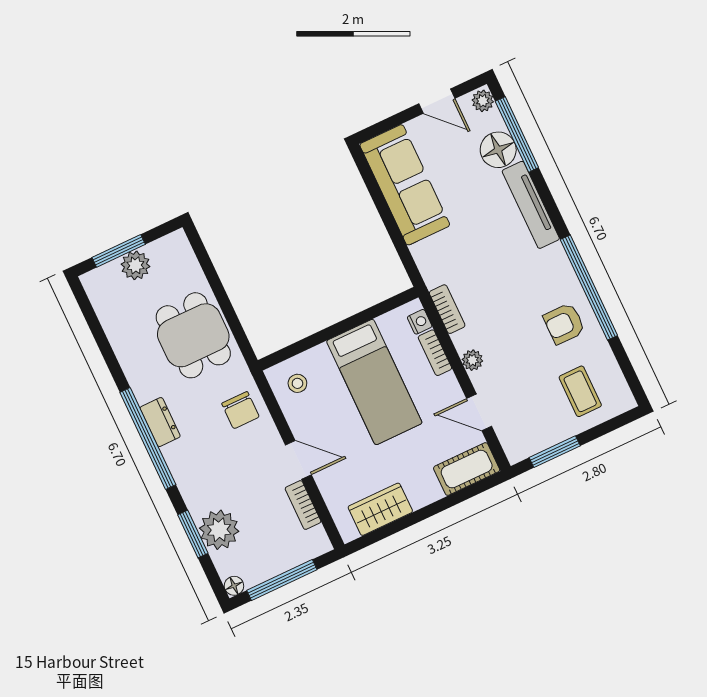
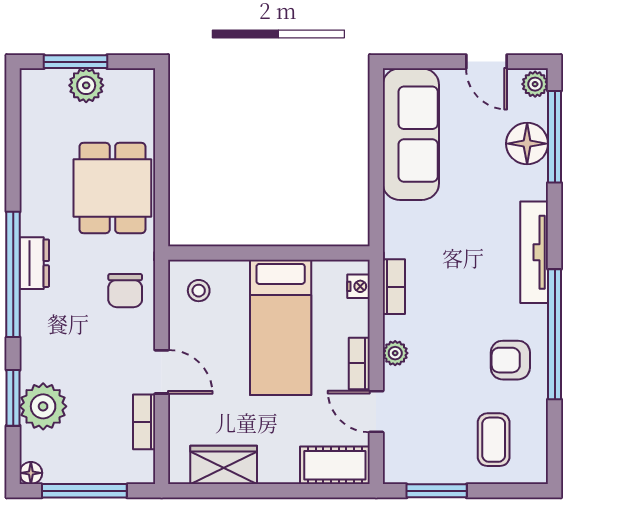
tv unit: (531, 205) -> (534, 252), moved
bookcase: (435, 353) -> (359, 363), moved

